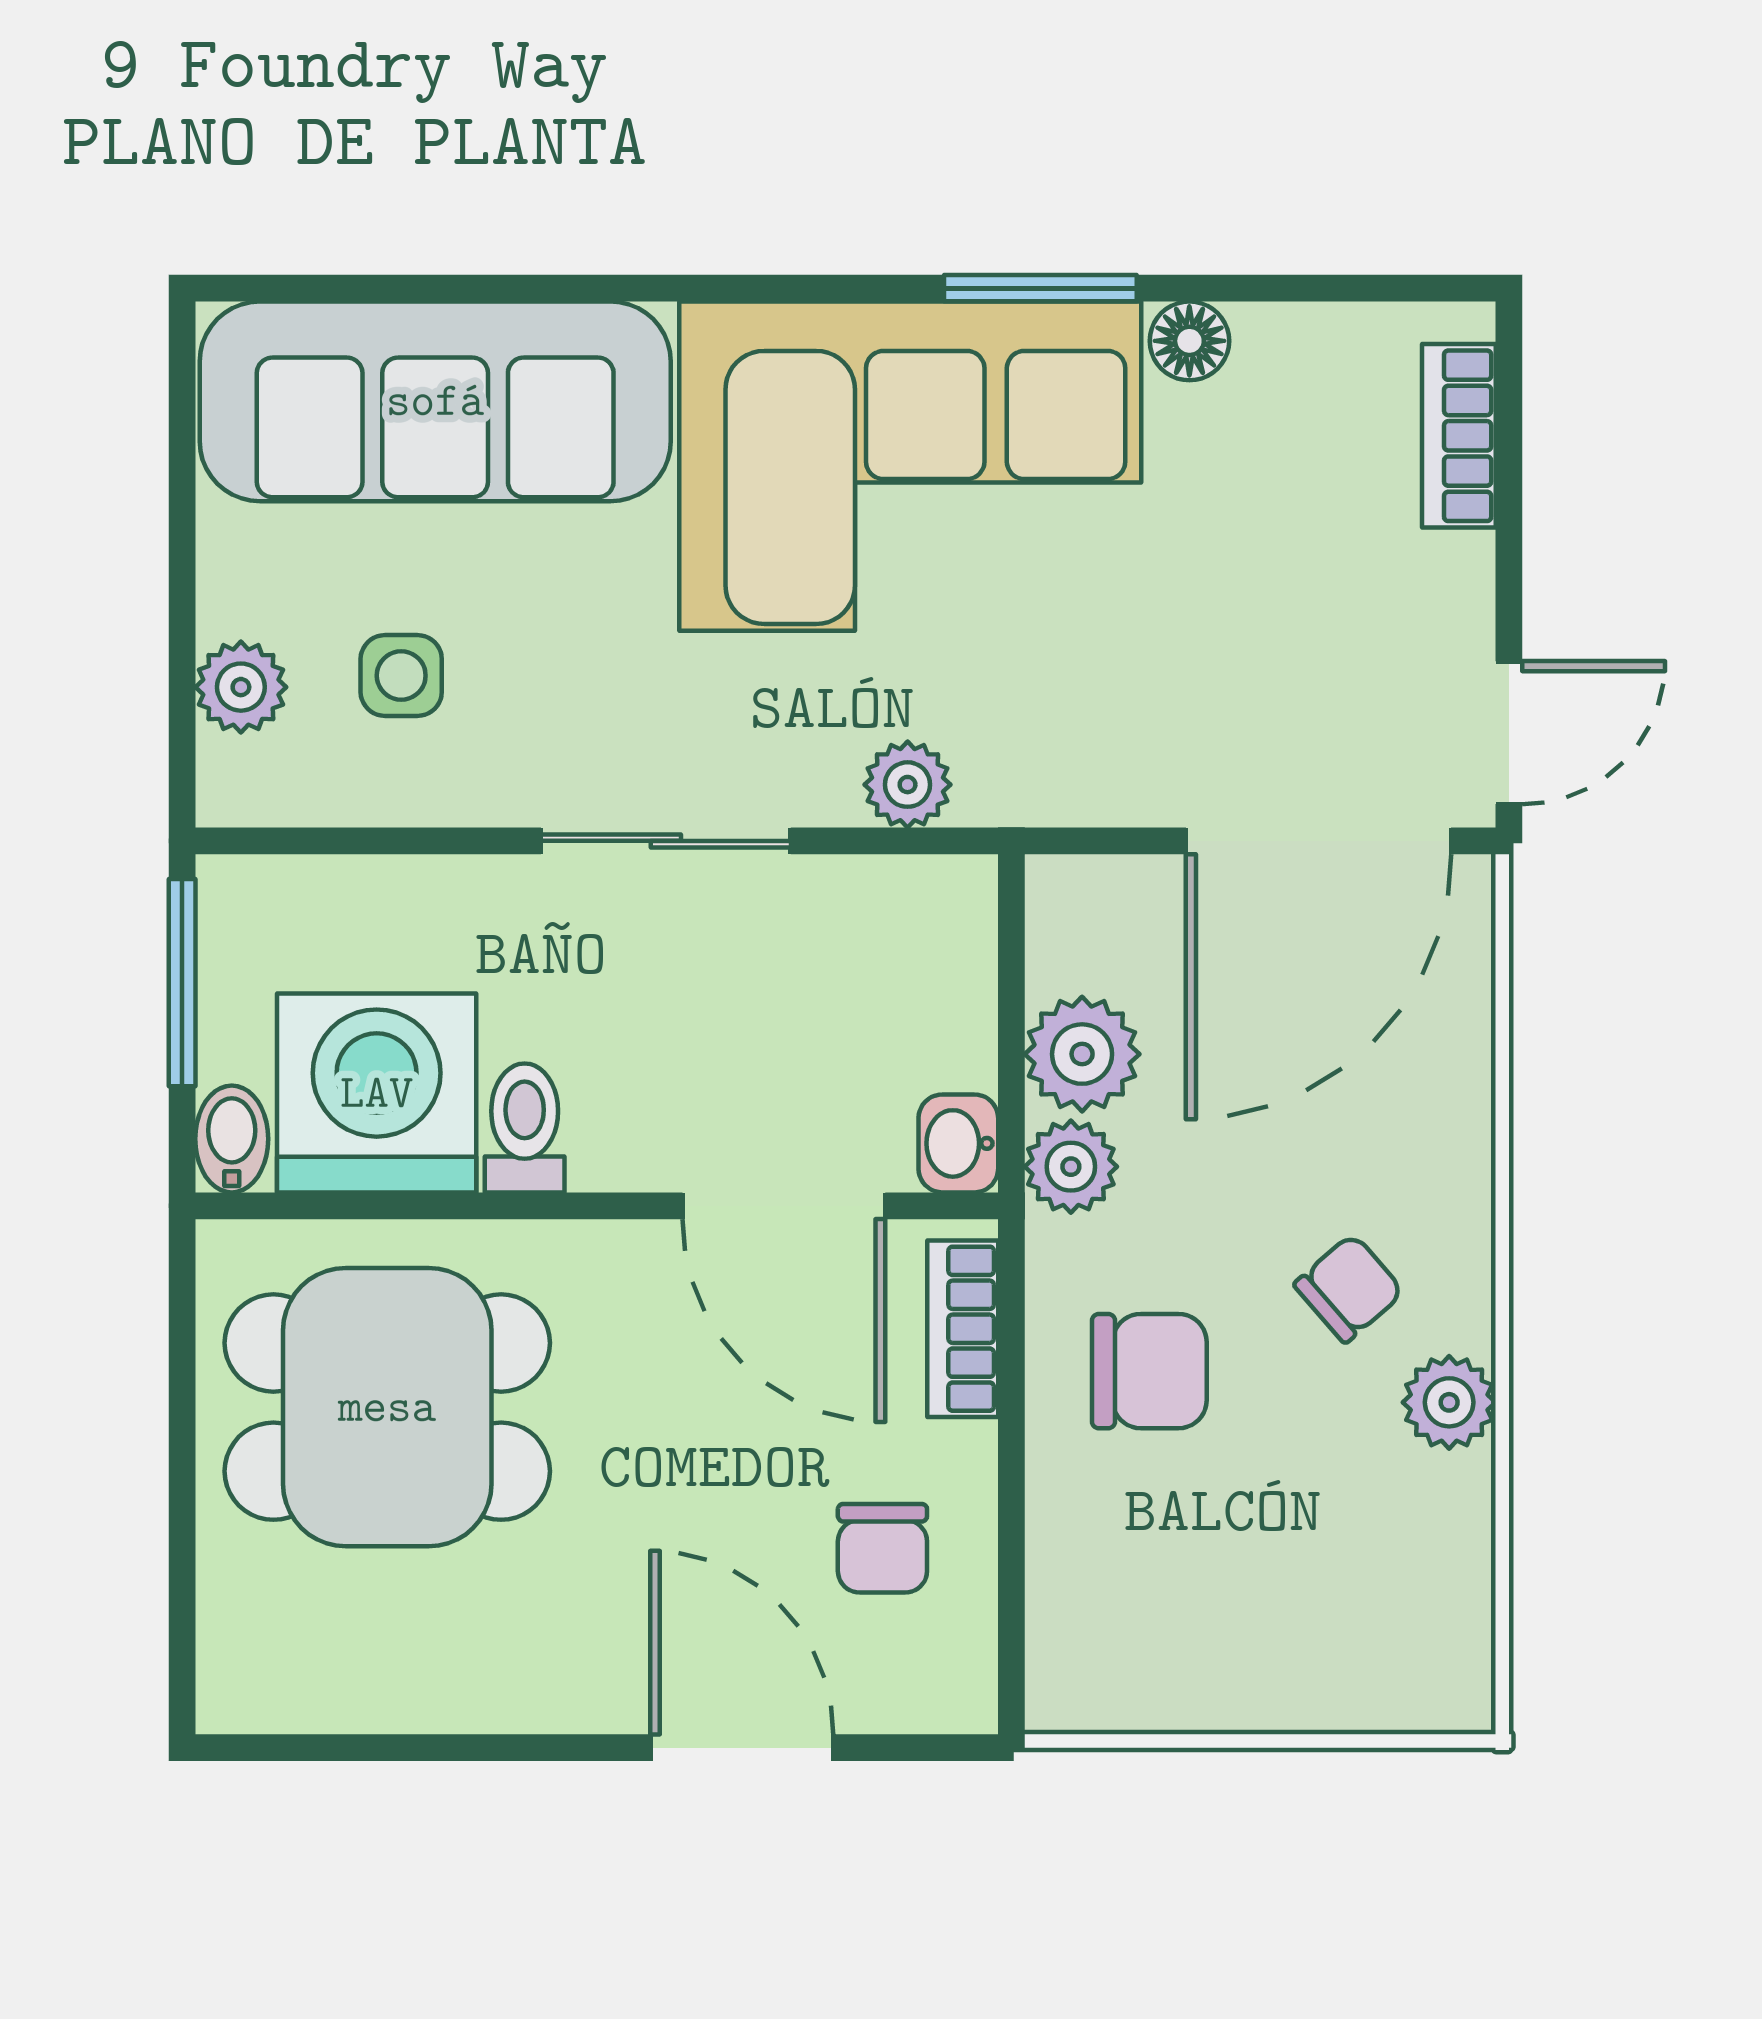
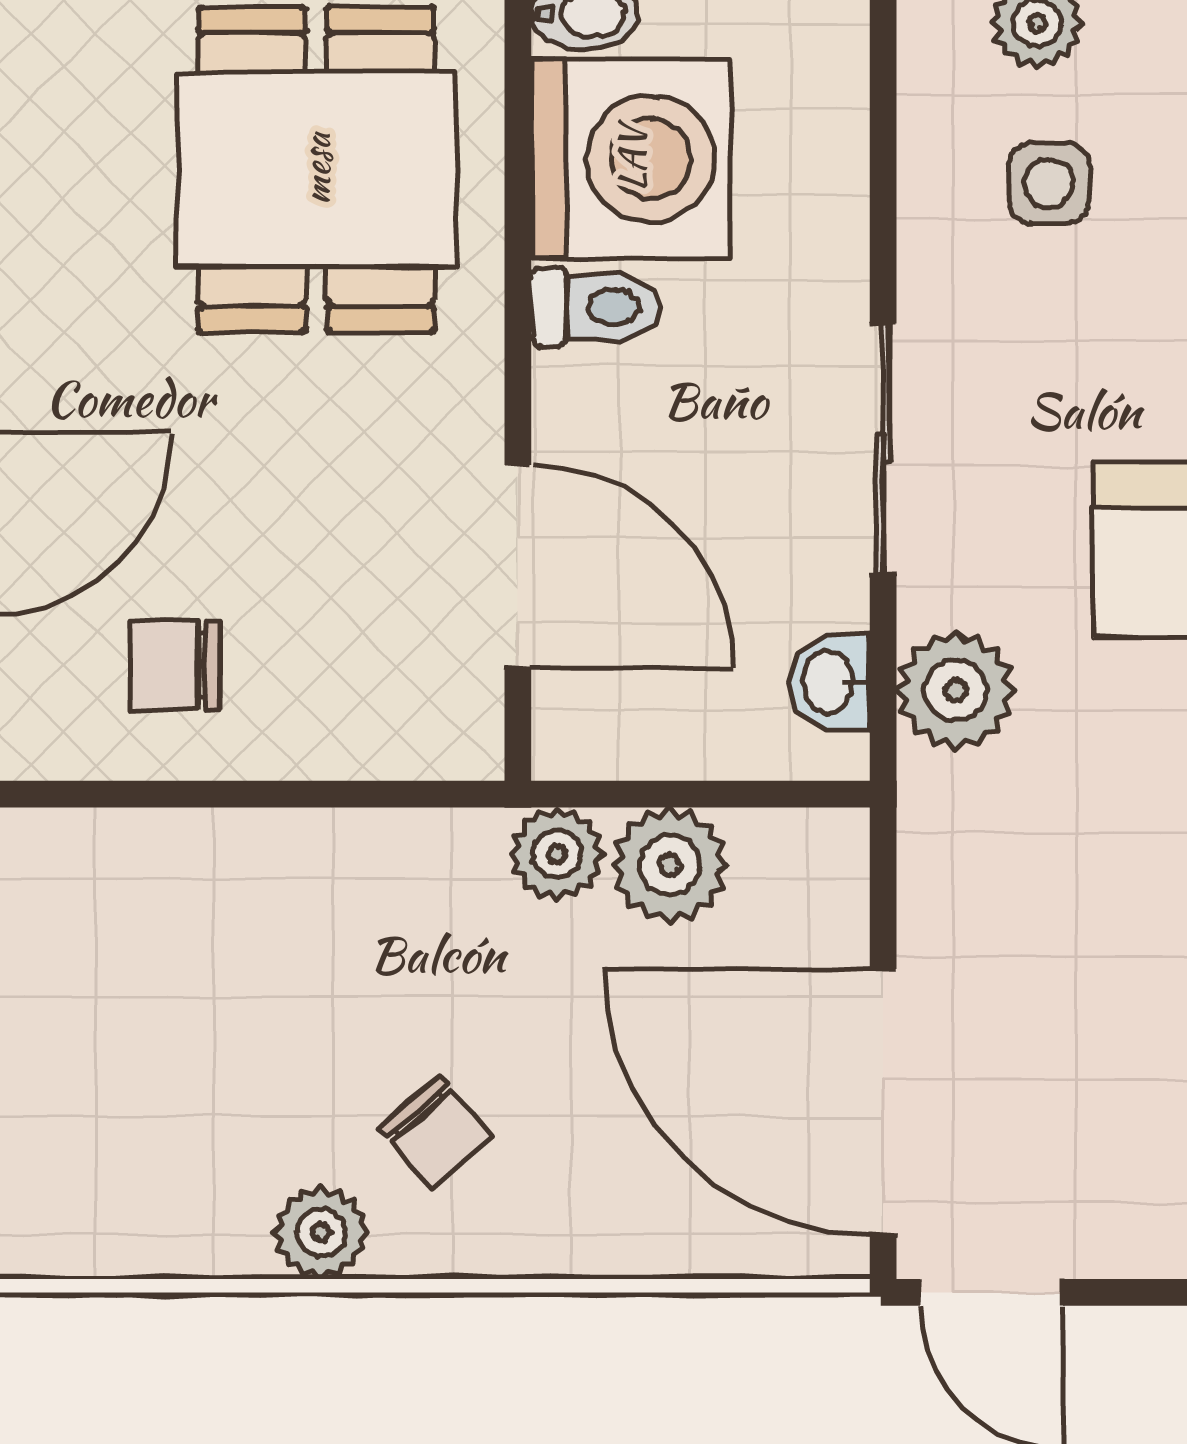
plant: (908, 785) -> (956, 690), width x1.38, depth x1.38
washbasin: (958, 1143) -> (830, 682), moved, turned -90
door: (784, 1206) -> (518, 566), swing flipped
bookcase: (963, 1329) -> (395, 745), removed
chair: (1149, 1371) -> (352, 932), removed

